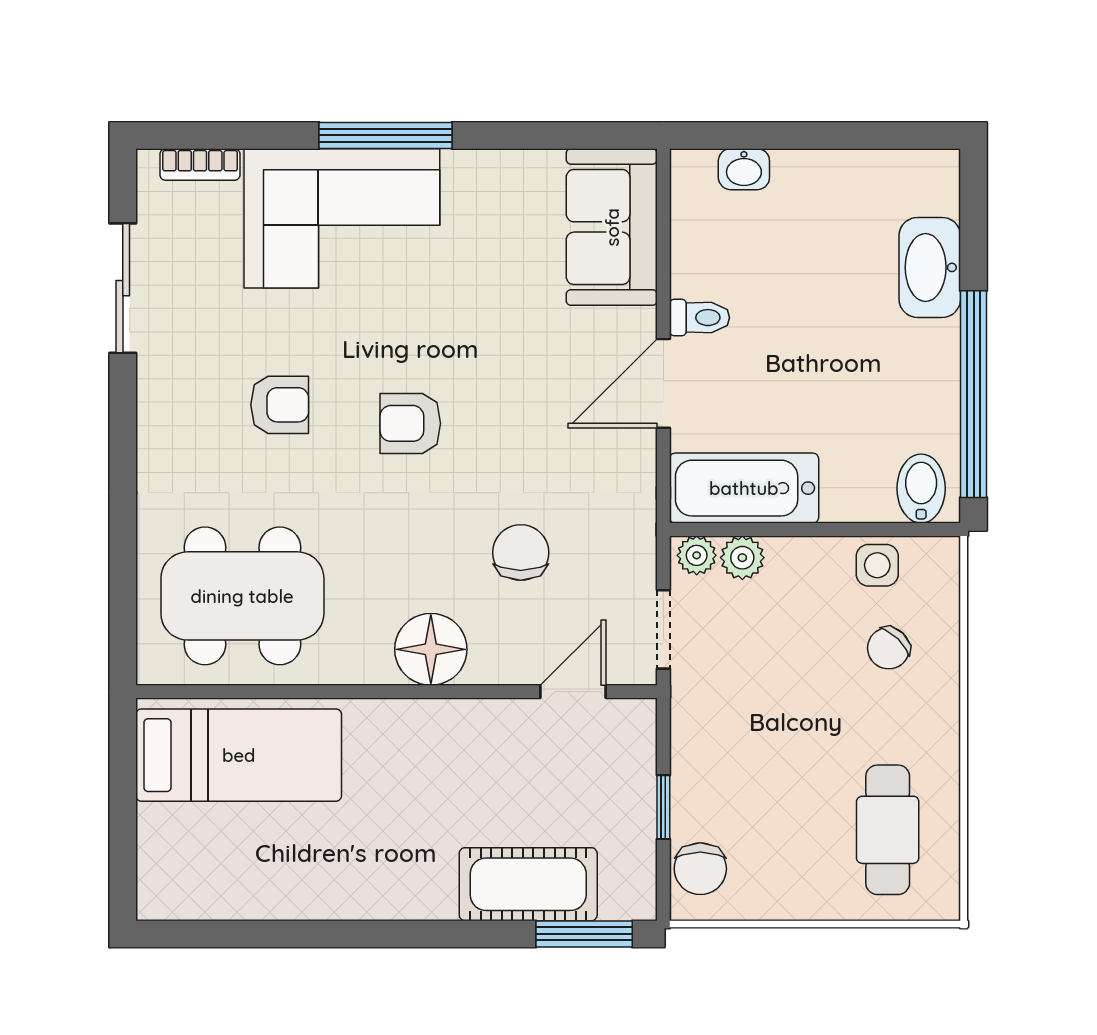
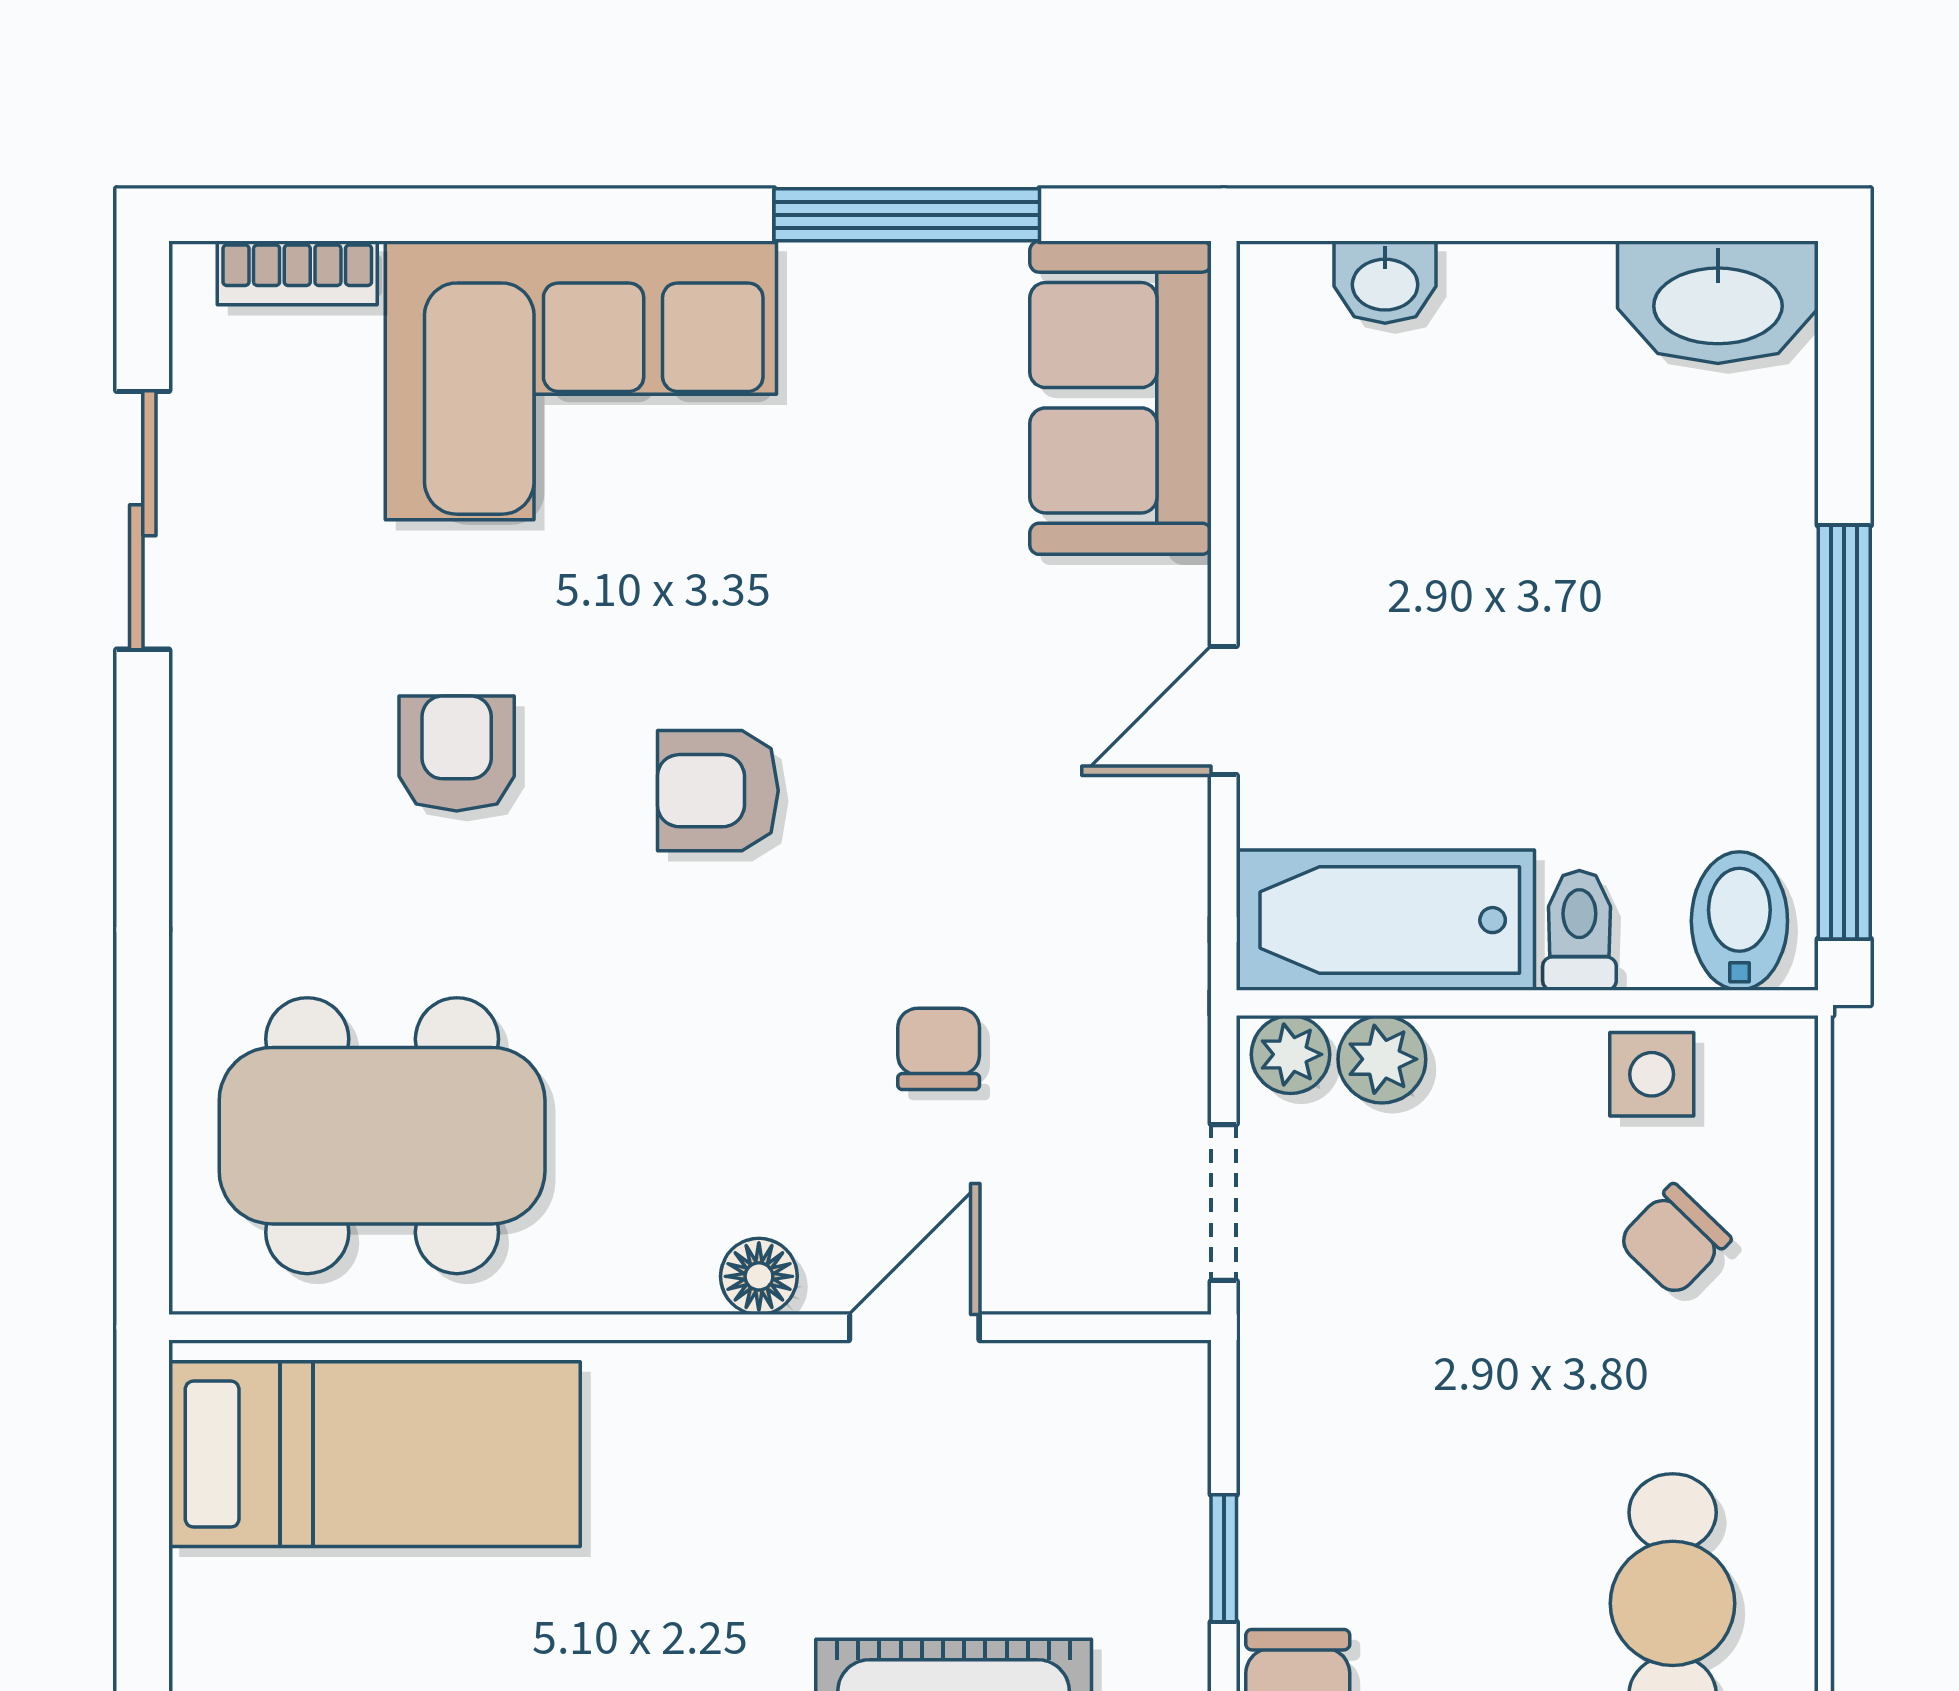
window: (386, 135) -> (907, 215), moved
washbasin: (930, 267) -> (1718, 302), moved, turned -90
toilet: (700, 318) -> (1579, 930), moved, turned -90
door: (663, 383) -> (1224, 711), width x0.73
armchair: (280, 405) -> (457, 753), turned -90
chair: (521, 553) -> (939, 1049), width x0.73, depth x0.73
floor lamp: (431, 649) -> (759, 1276), width x0.53, depth x0.53
door: (573, 692) -> (914, 1327), moved

